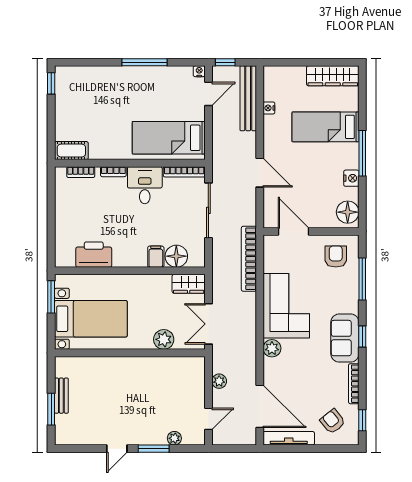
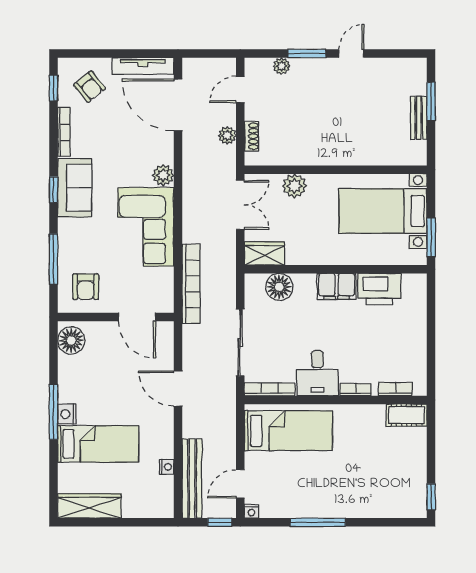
nightstand: (351, 178) -> (67, 414), moved
filing cabinet: (156, 257) -> (337, 286), moved, width x2.00
shoe rack: (199, 380) -> (251, 136), added

